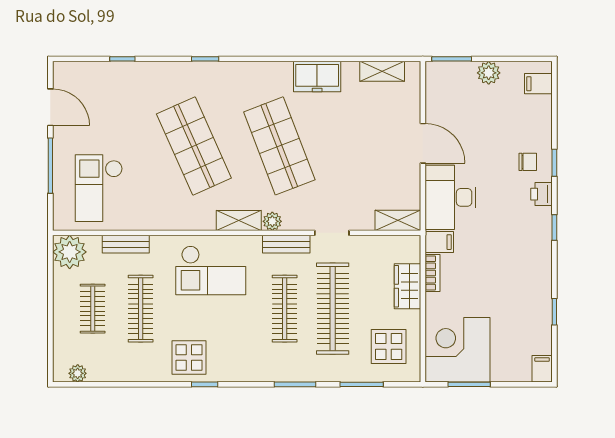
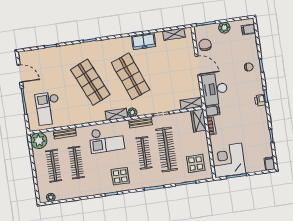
chair: (444, 103) -> (205, 45), added
printer: (542, 194) -> (260, 100), moved
wardrobe: (407, 286) -> (199, 120), moved
clothes rail: (93, 309) -> (54, 166), width x1.36
display table: (189, 357) -> (120, 176), moved

